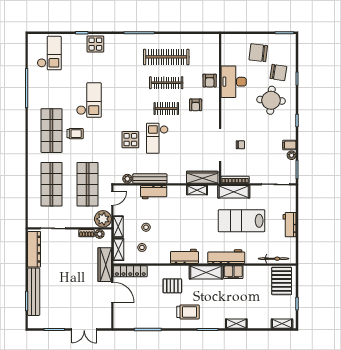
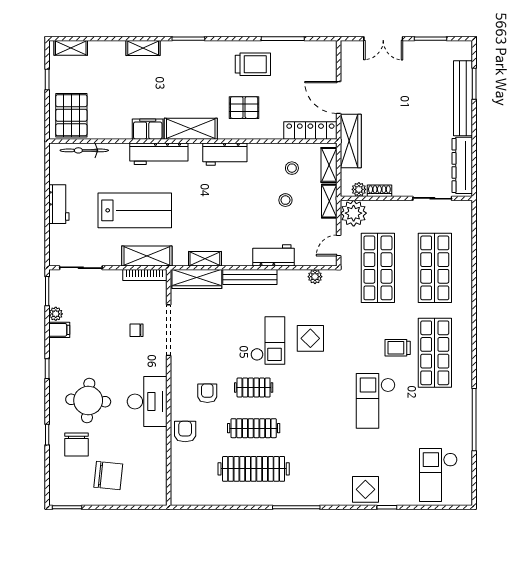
chair: (278, 72) -> (77, 444), turned -99
desk: (234, 82) -> (147, 402), moved
bench: (150, 179) -> (250, 277), moved
trolley: (188, 312) -> (253, 64), moved, turned 180
double door: (84, 329) -> (383, 39), swing flipped

